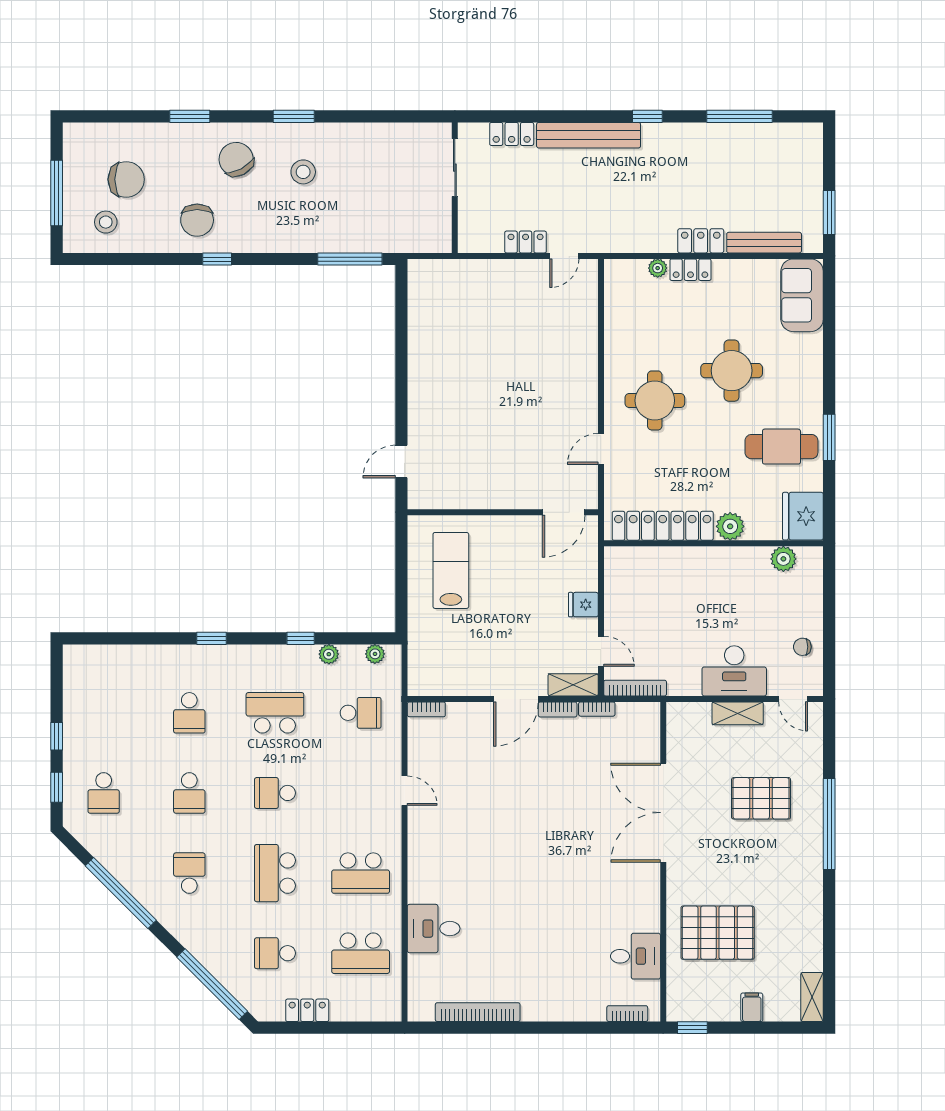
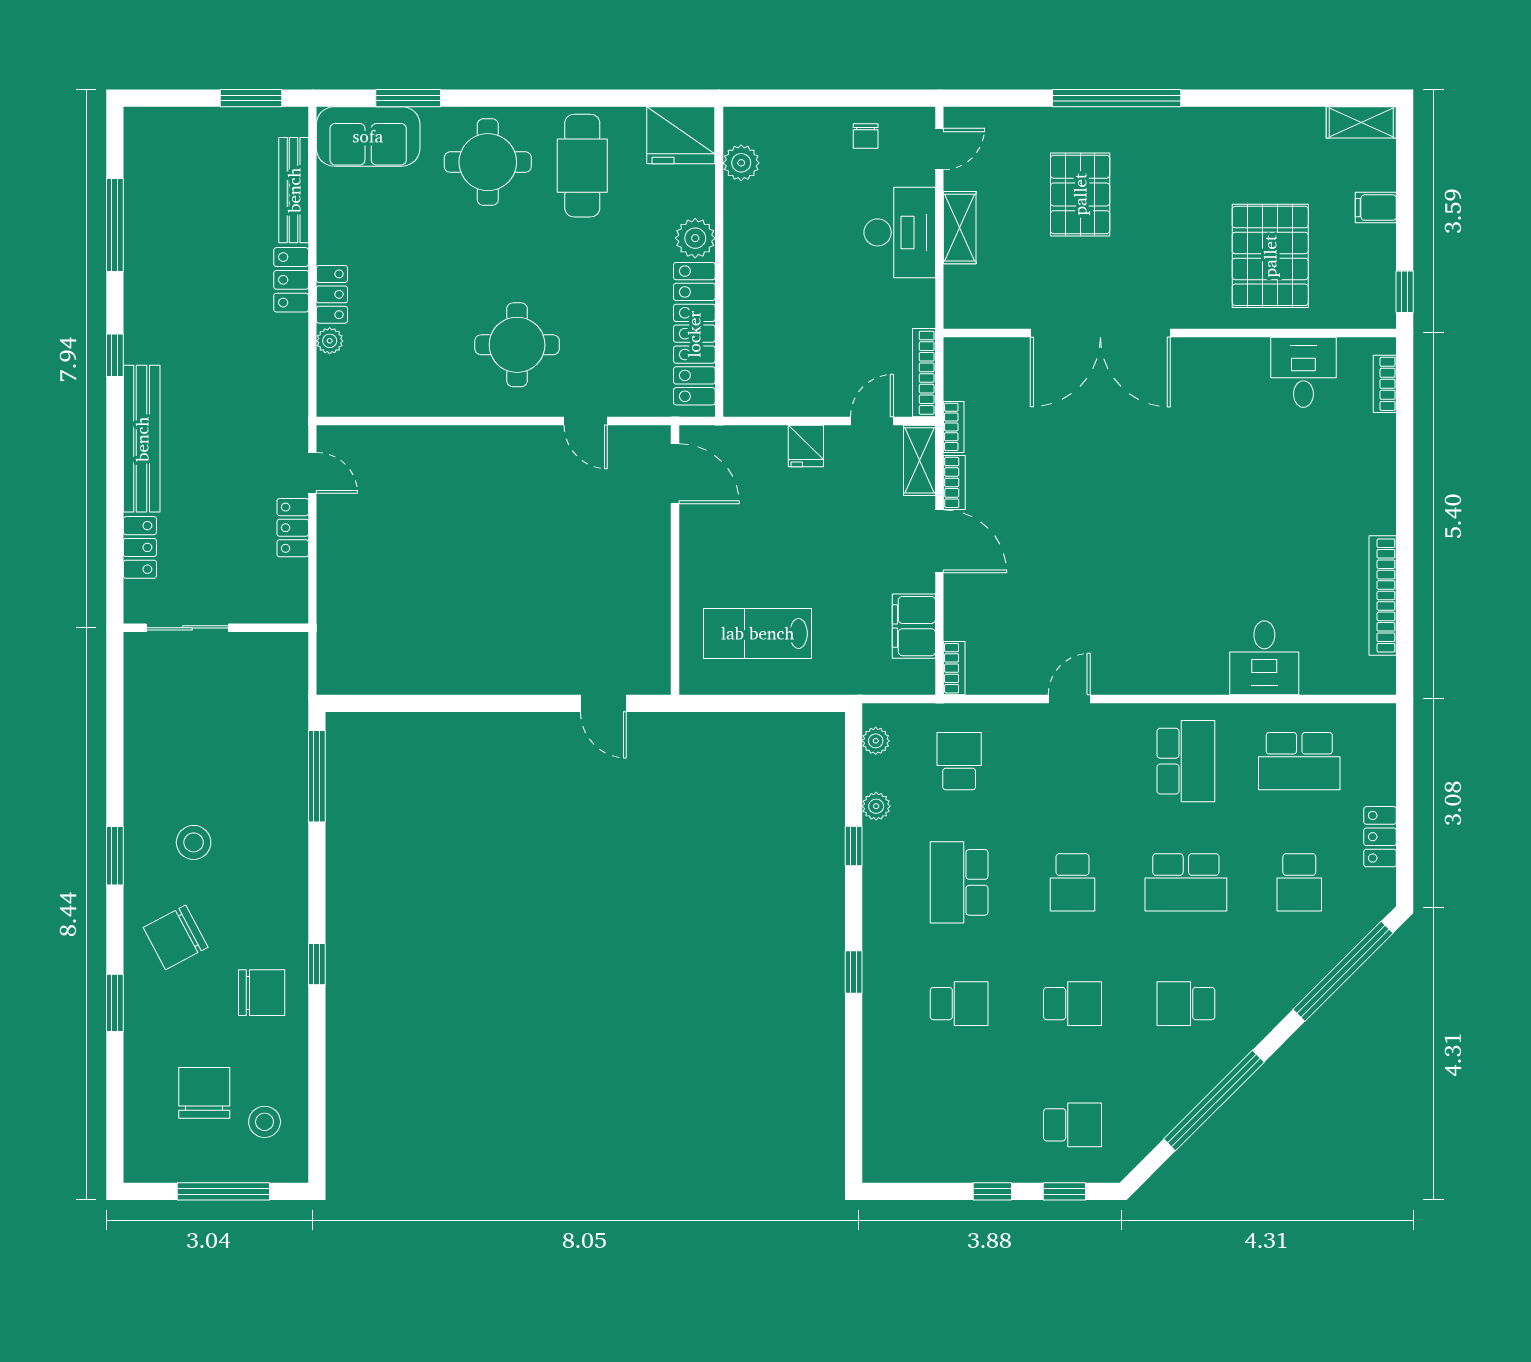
round table: (732, 371) -> (488, 162), moved
window: (829, 437) -> (408, 98), moved
filing cabinet: (456, 681) -> (914, 626), added
school desk: (361, 953) -> (1299, 761), turned 90

